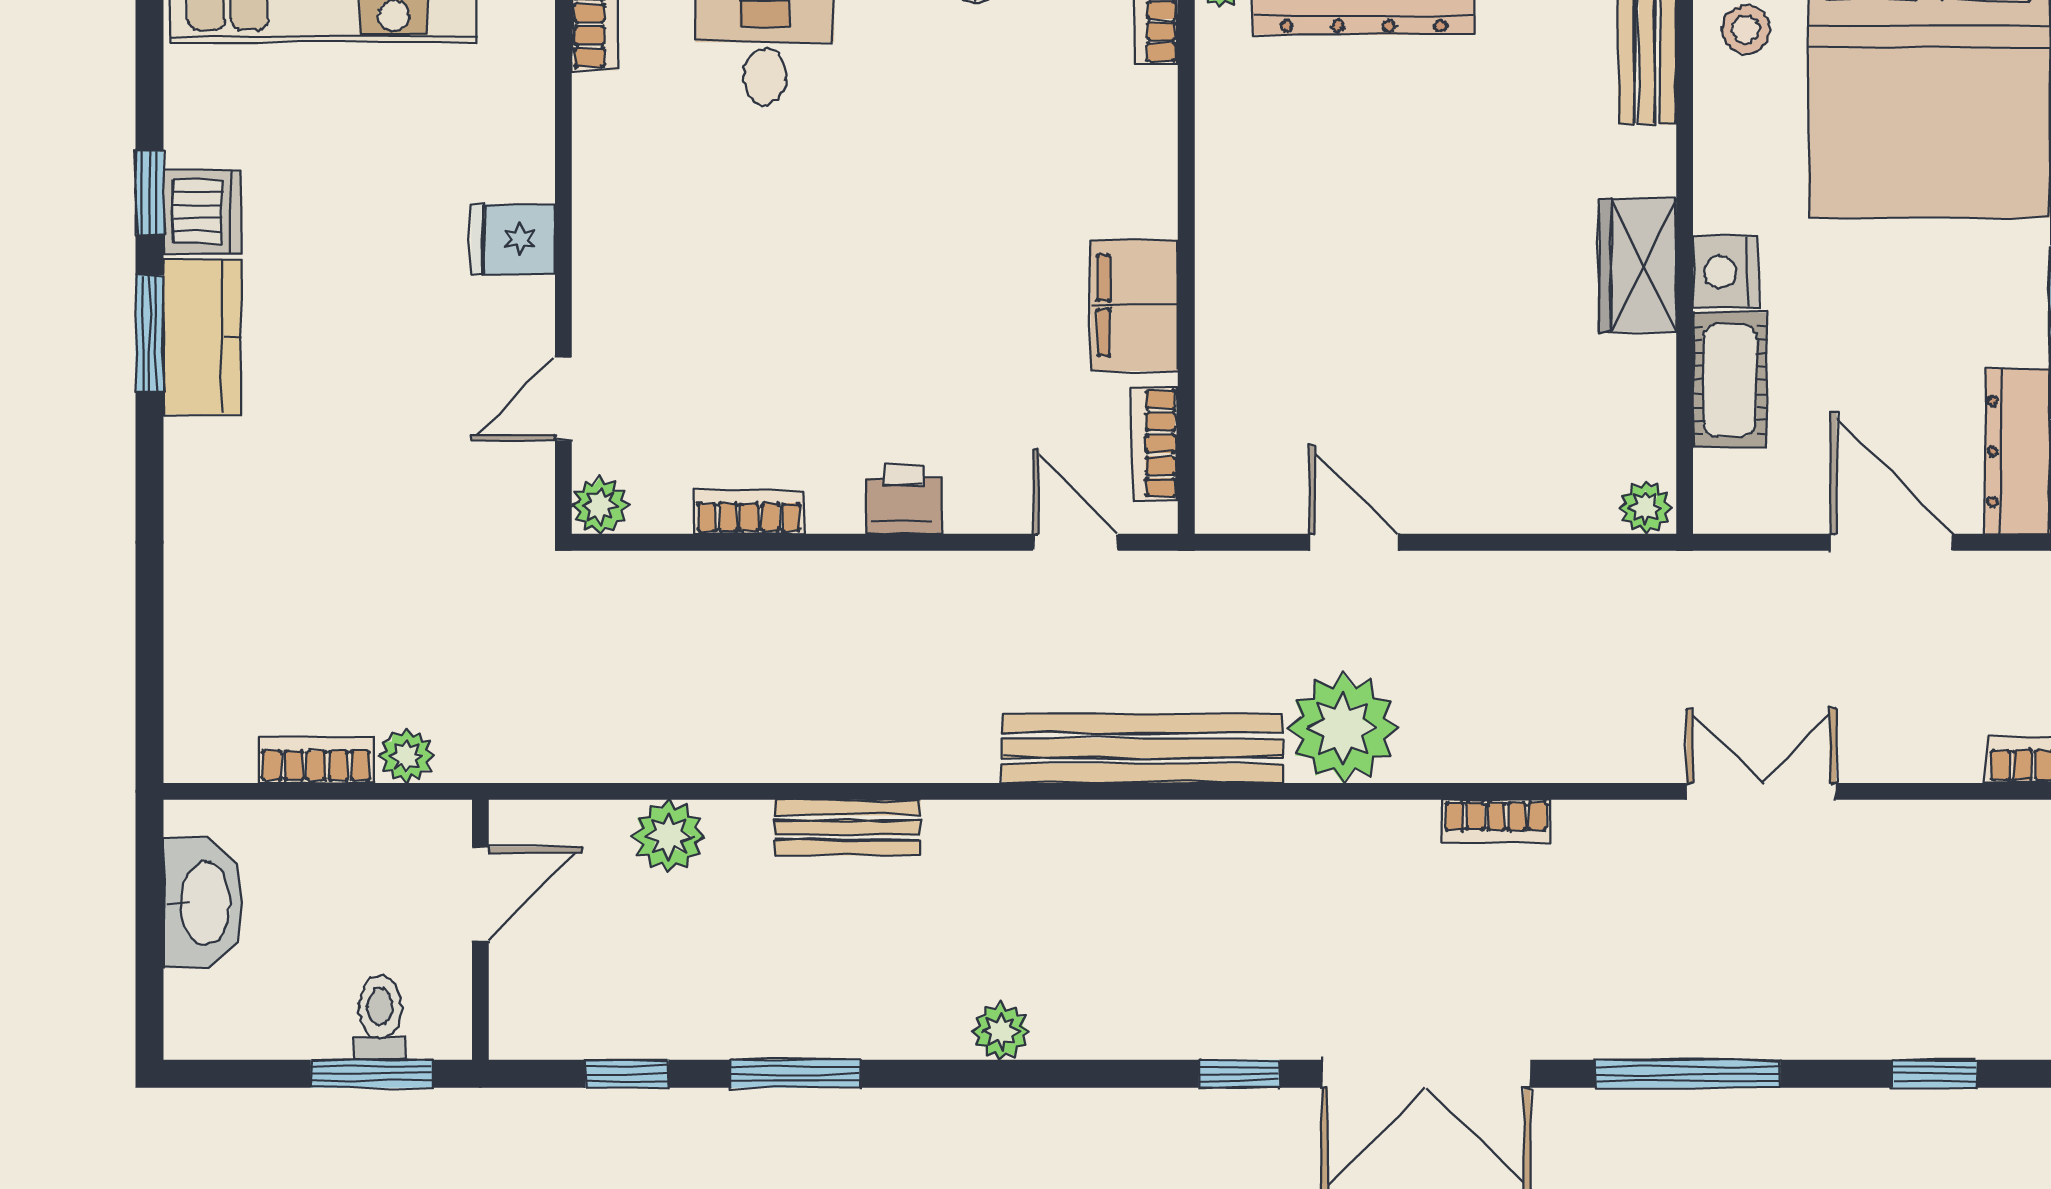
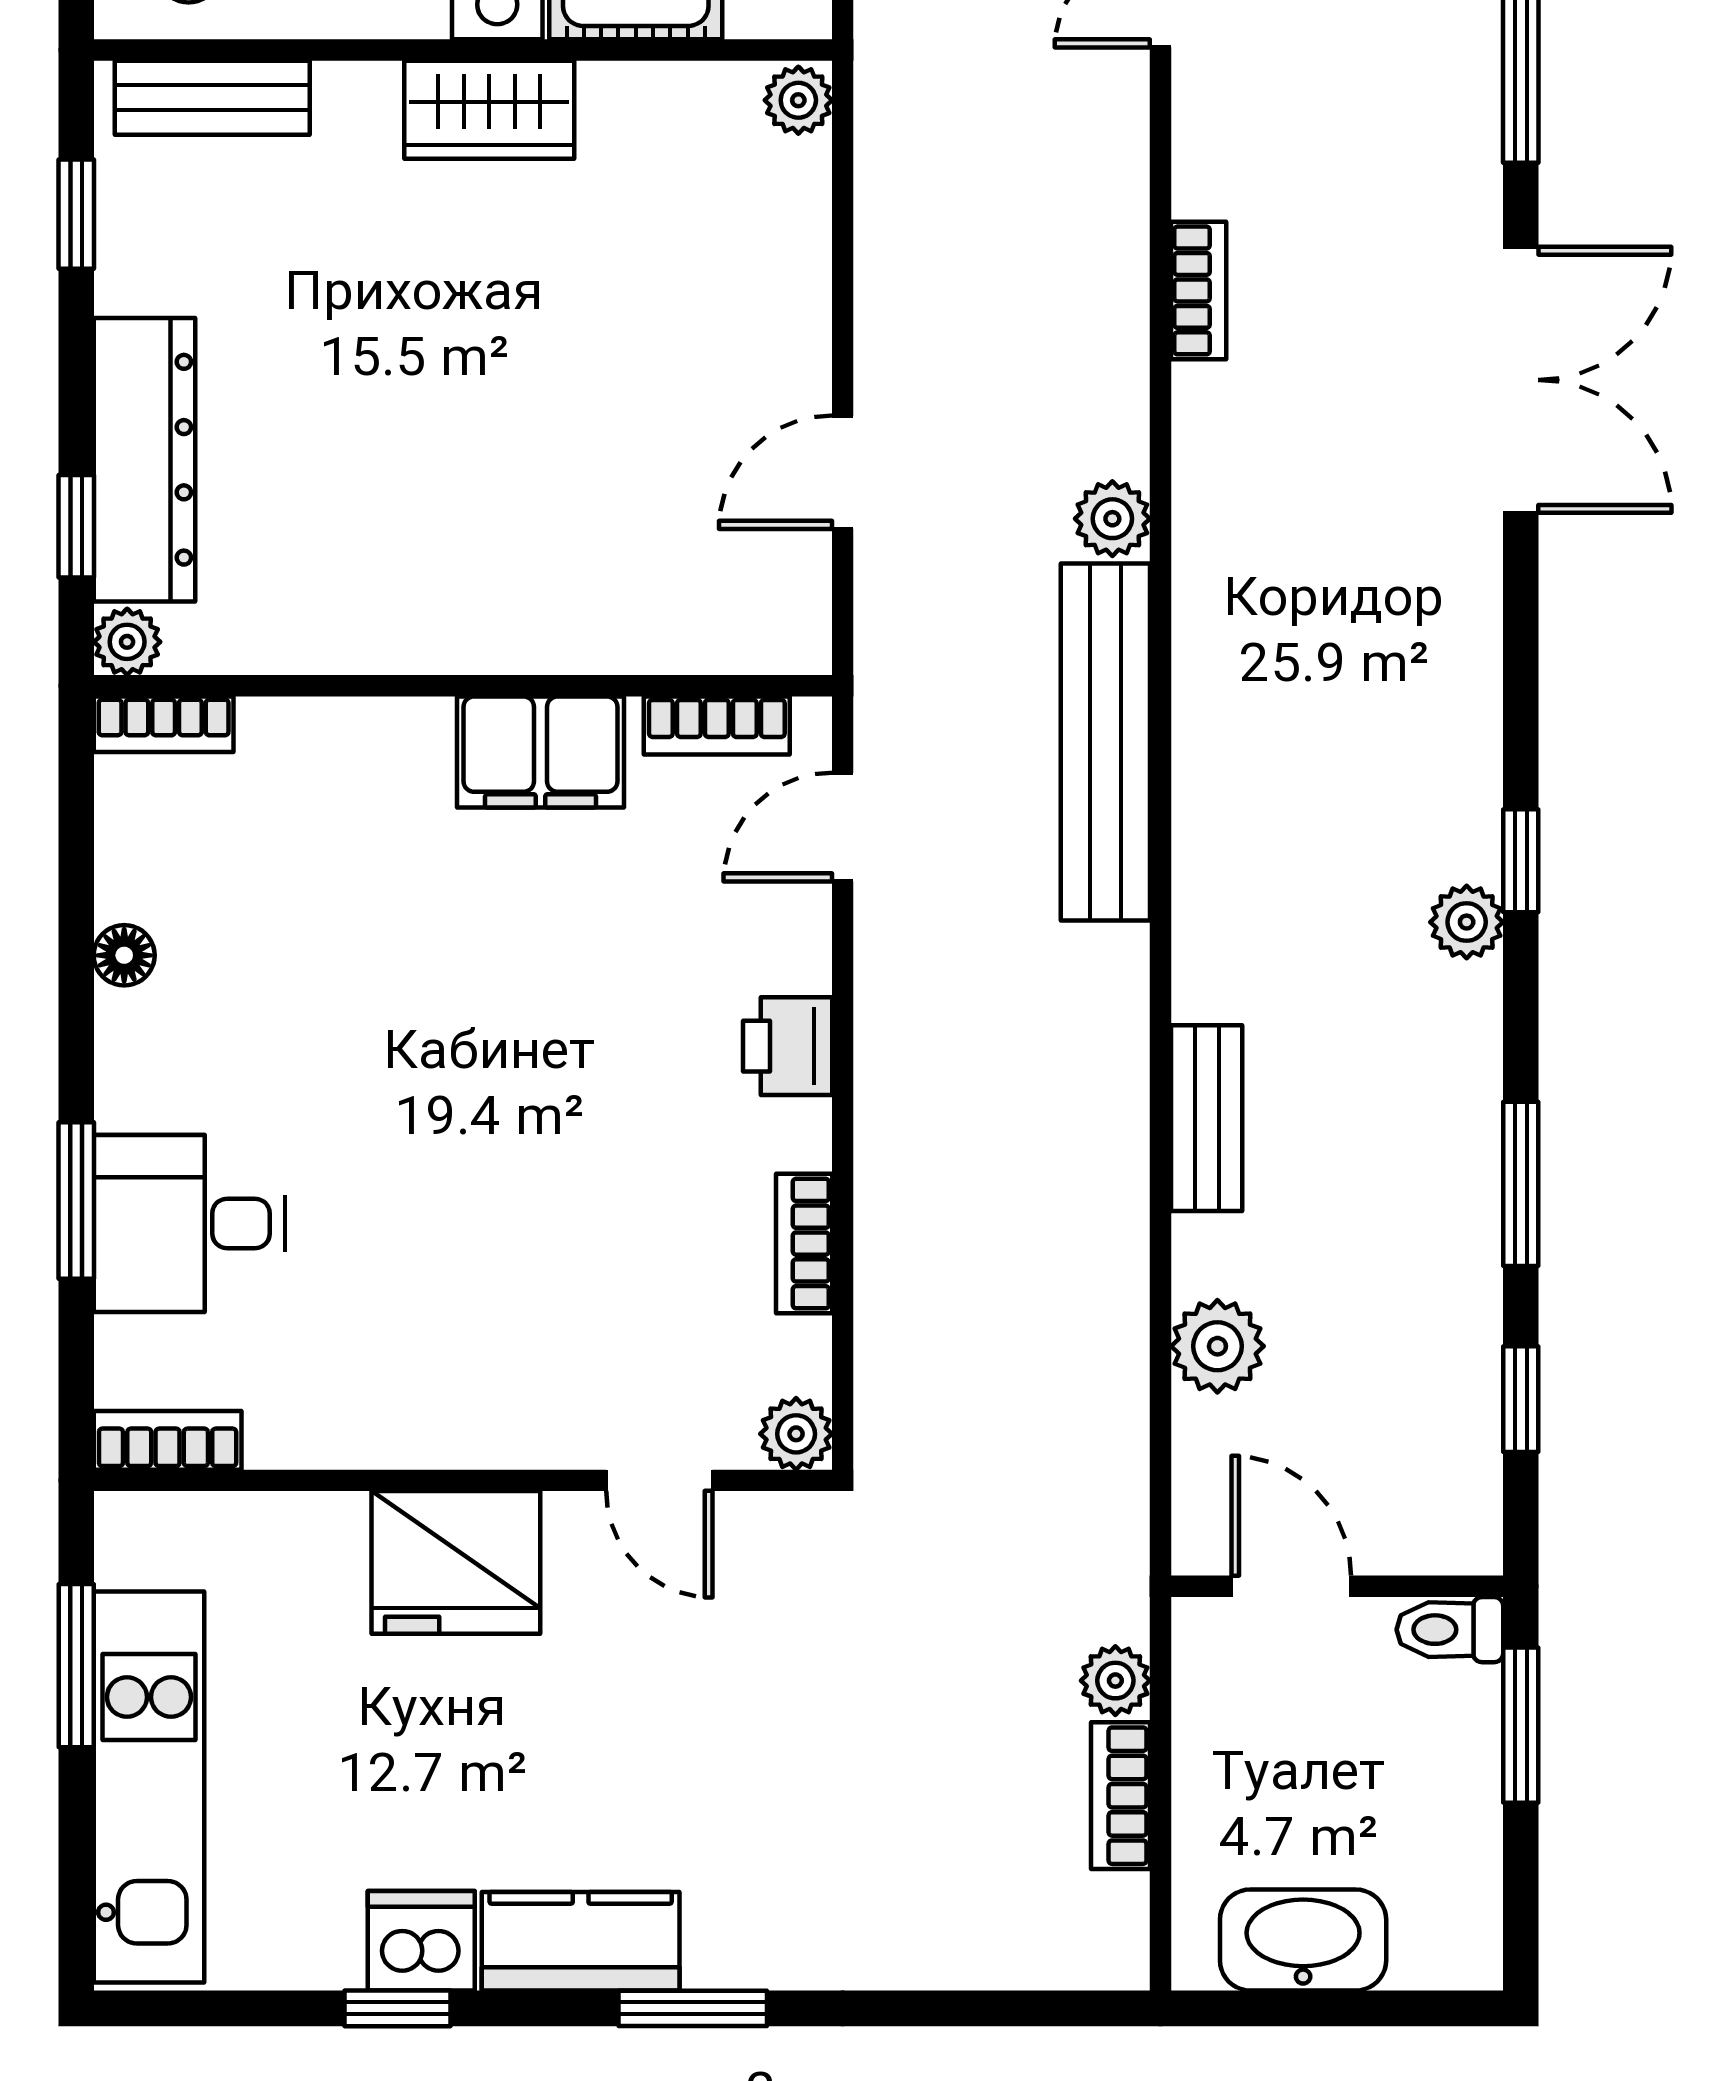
fridge: (513, 239) -> (456, 1562), width x1.88, depth x1.34
window: (149, 334) -> (693, 2008), moved
plant: (1343, 728) -> (1112, 519), width x0.53, depth x0.53
toilet: (380, 1018) -> (1450, 1630), moved
window: (1239, 1074) -> (1521, 861), moved

